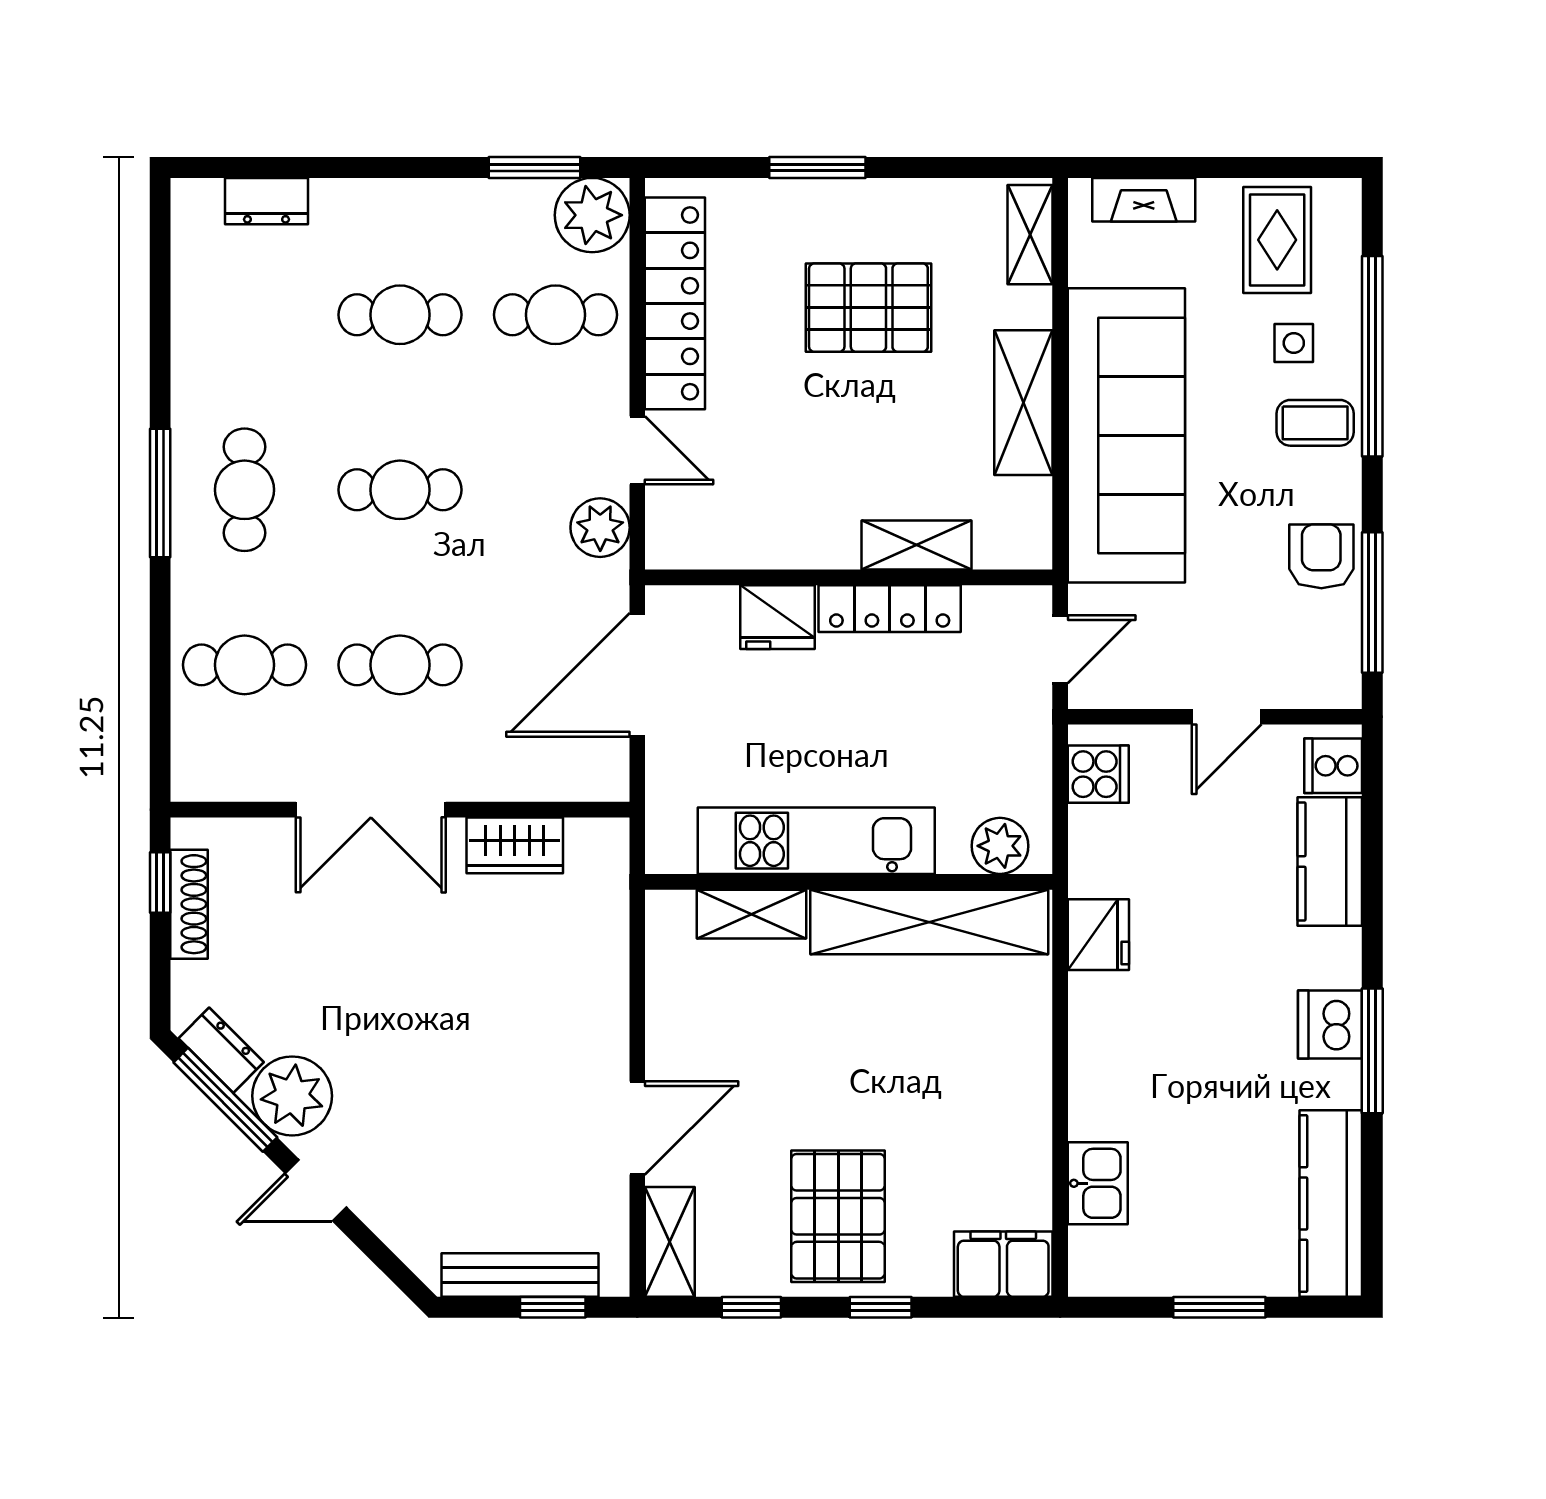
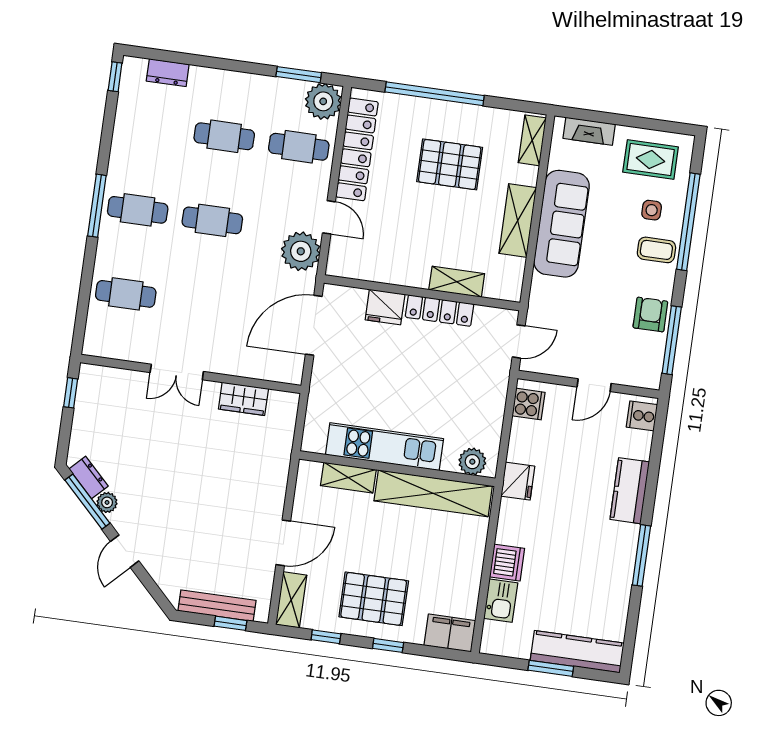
window: (817, 167) -> (435, 94), width x2.11
window: (160, 225) -> (115, 77), added
rug: (1277, 240) -> (651, 160), turned 90
sofa: (1126, 435) -> (562, 224), width x0.74, depth x0.79
cafe table: (244, 490) -> (138, 210), turned 90
plant: (600, 528) -> (301, 251), width x1.36, depth x1.36
cafe table: (400, 665) -> (201, 304), removed
double door: (371, 810) -> (177, 372), width x0.73
kitchen unit: (816, 841) -> (384, 447), moved
plant: (1000, 846) -> (472, 462), moved
kitchen counter: (1330, 861) -> (630, 491), moved
wall: (849, 882) -> (397, 469), moved
shoe rack: (189, 904) -> (83, 405), removed
shelving: (752, 914) -> (348, 478), moved
shelving: (929, 922) -> (433, 493), moved
dishwasher: (1330, 1024) -> (507, 563), moved, turned 180
plant: (292, 1096) -> (107, 502), width x0.53, depth x0.53
door: (316, 1190) -> (125, 551), hinge flipped
kitchen counter: (1331, 1204) -> (577, 652), moved, turned 90
pallet: (838, 1216) -> (374, 599), turned 90

